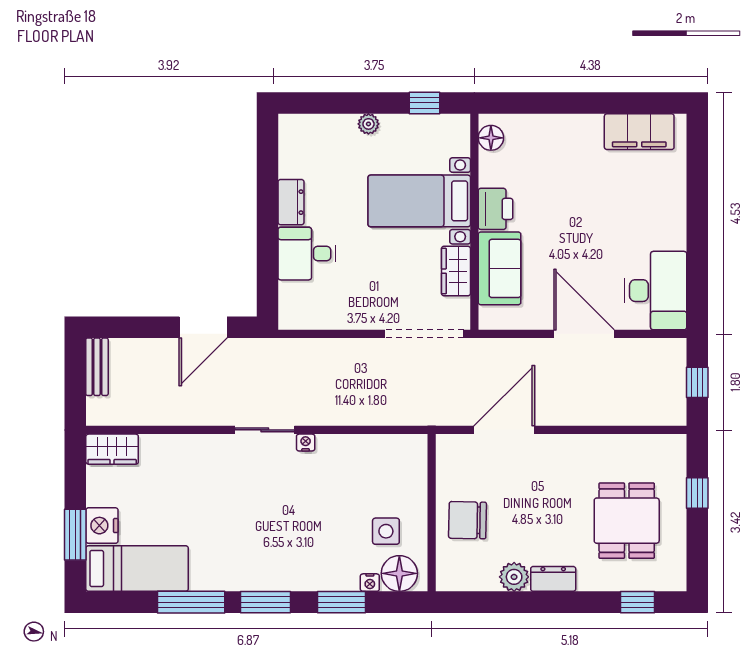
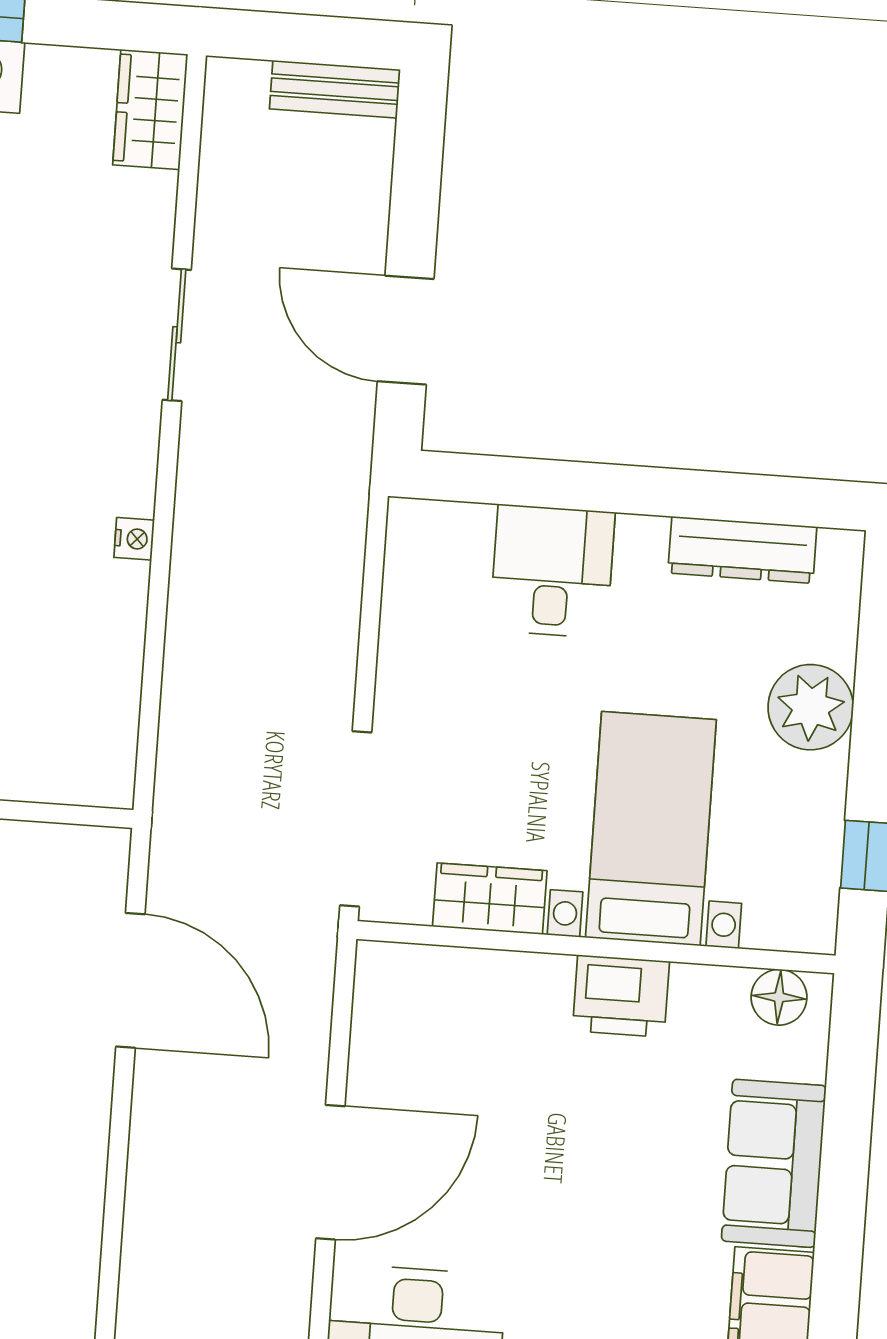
plant: (368, 124) -> (811, 707), width x1.88, depth x1.88
dresser: (291, 202) -> (742, 550), moved, width x1.44
sofa: (500, 268) -> (774, 1163), moved, turned 90
sliding door: (265, 430) -> (177, 335), moved

